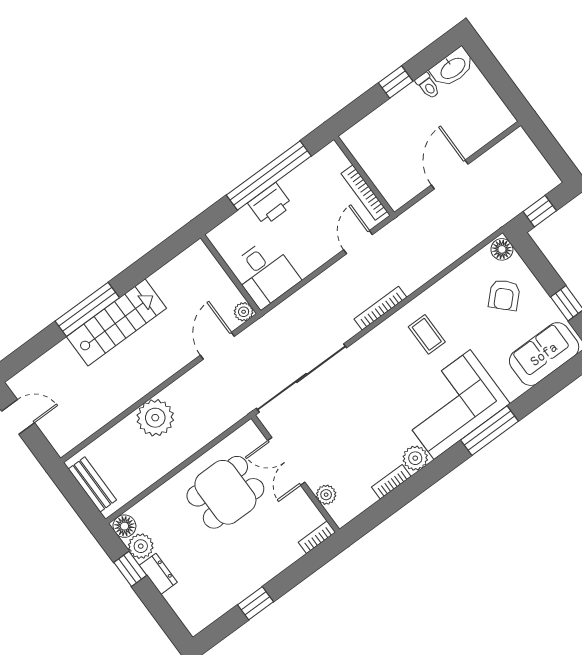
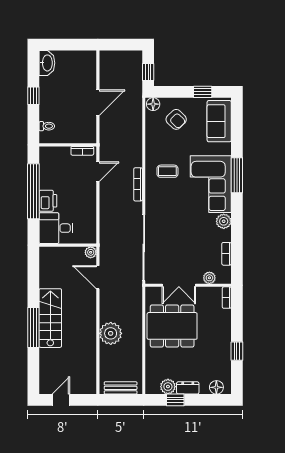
toilet: (428, 86) -> (47, 126), moved
door: (450, 174) -> (98, 103), swing flipped
bookcase: (364, 192) -> (82, 151), width x0.64
door: (358, 242) -> (98, 172), swing flipped
desk: (265, 273) -> (56, 228), moved, turned 180
bookcase: (391, 482) -> (227, 254), moved
dining table: (225, 492) -> (172, 326), width x1.37
floor lamp: (124, 526) -> (216, 387), moved

